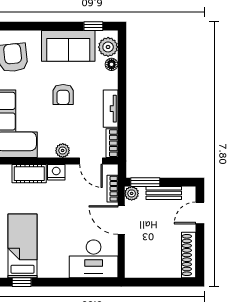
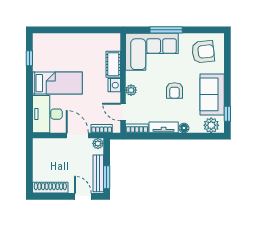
floor lamp: (112, 64) -> (184, 128), moved
armchair: (63, 95) -> (174, 90), turned -90
door: (91, 161) -> (123, 112), hinge flipped
window: (145, 182) -> (107, 177), moved
bench: (164, 193) -> (98, 173), width x1.36
door: (121, 220) -> (77, 135), hinge flipped
bed: (23, 246) -> (57, 83), moved

